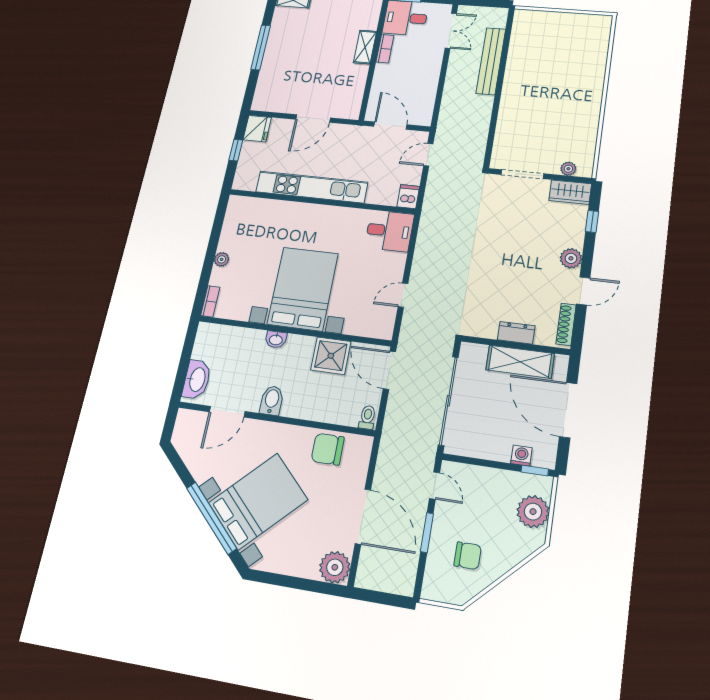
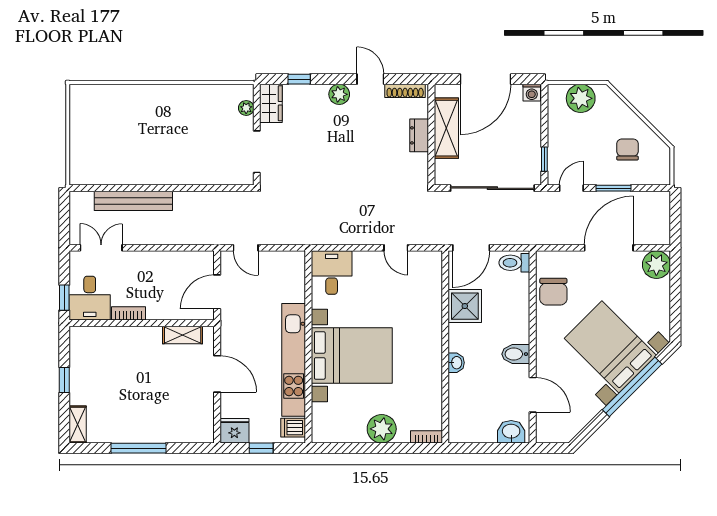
shelving: (365, 47) -> (183, 335), moved
dishwasher: (408, 197) -> (293, 428), moved
plant: (222, 259) -> (382, 429), width x1.87, depth x1.87
bed with nightstands: (303, 289) -> (352, 355), moved, turned 180
washbasin: (197, 379) -> (511, 432), width x0.72
toilet: (367, 417) -> (514, 263), width x1.37, depth x1.39
washing machine: (521, 456) -> (532, 93), moved, turned -90
window: (535, 471) -> (544, 159), moved

